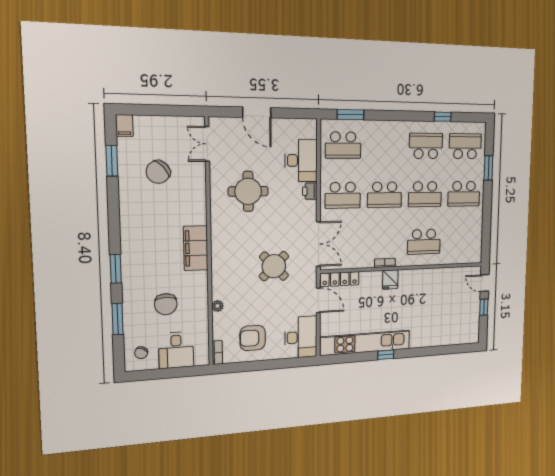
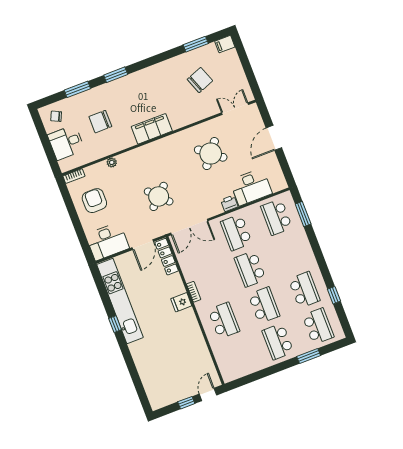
chair: (158, 172) -> (200, 80), turned 111
round table: (248, 191) -> (211, 154), turned 38
school desk: (425, 194) -> (264, 305), turned 180
school desk: (424, 242) -> (224, 320), turned 180

